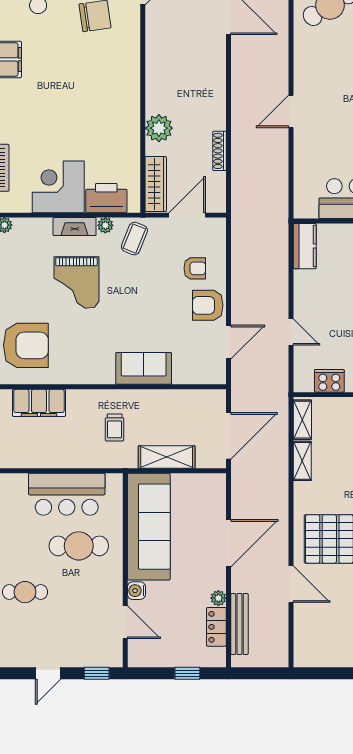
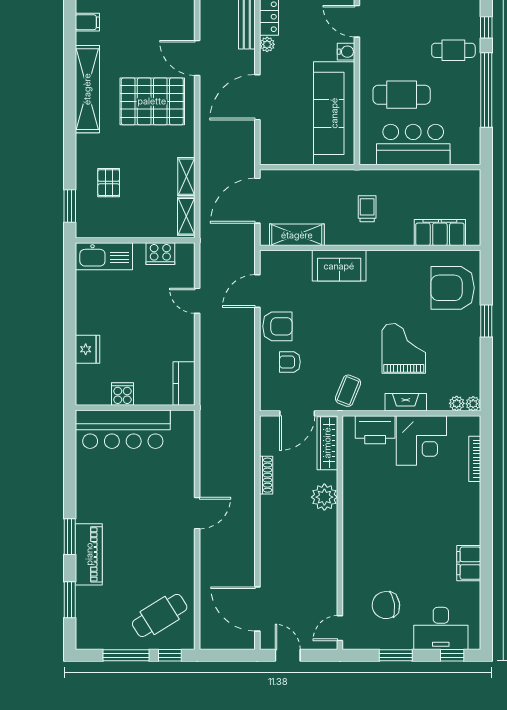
plant: (105, 225) -> (457, 403), moved
shelving: (167, 457) -> (297, 235), moved

